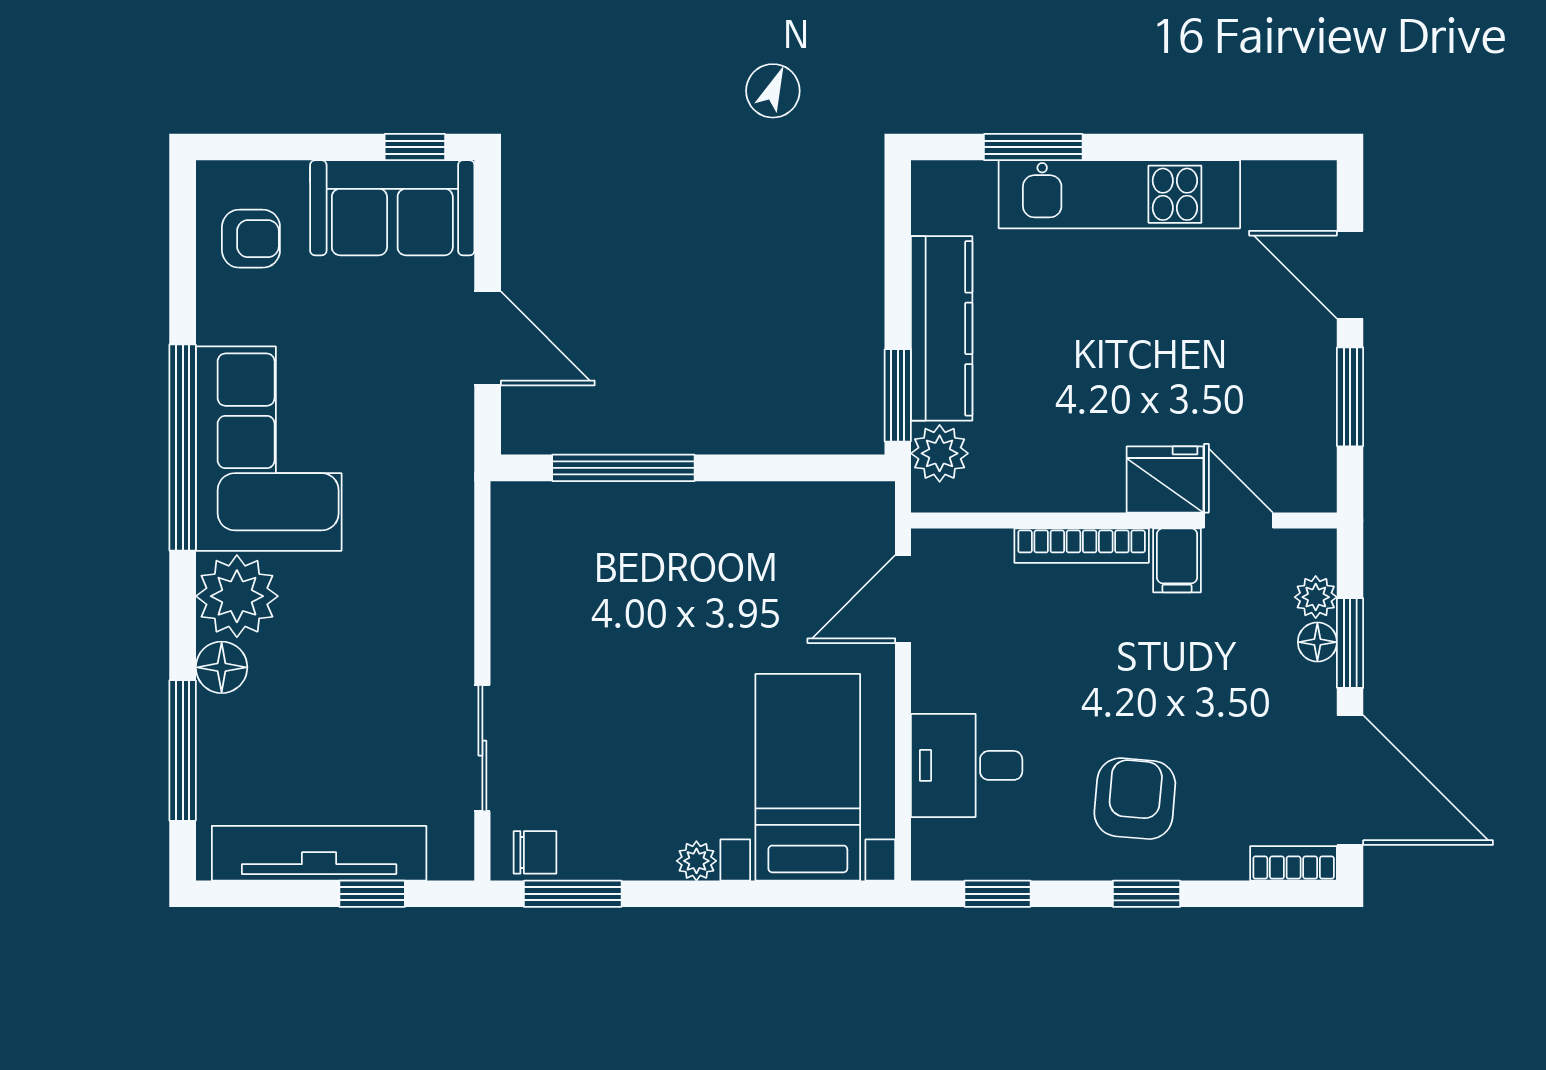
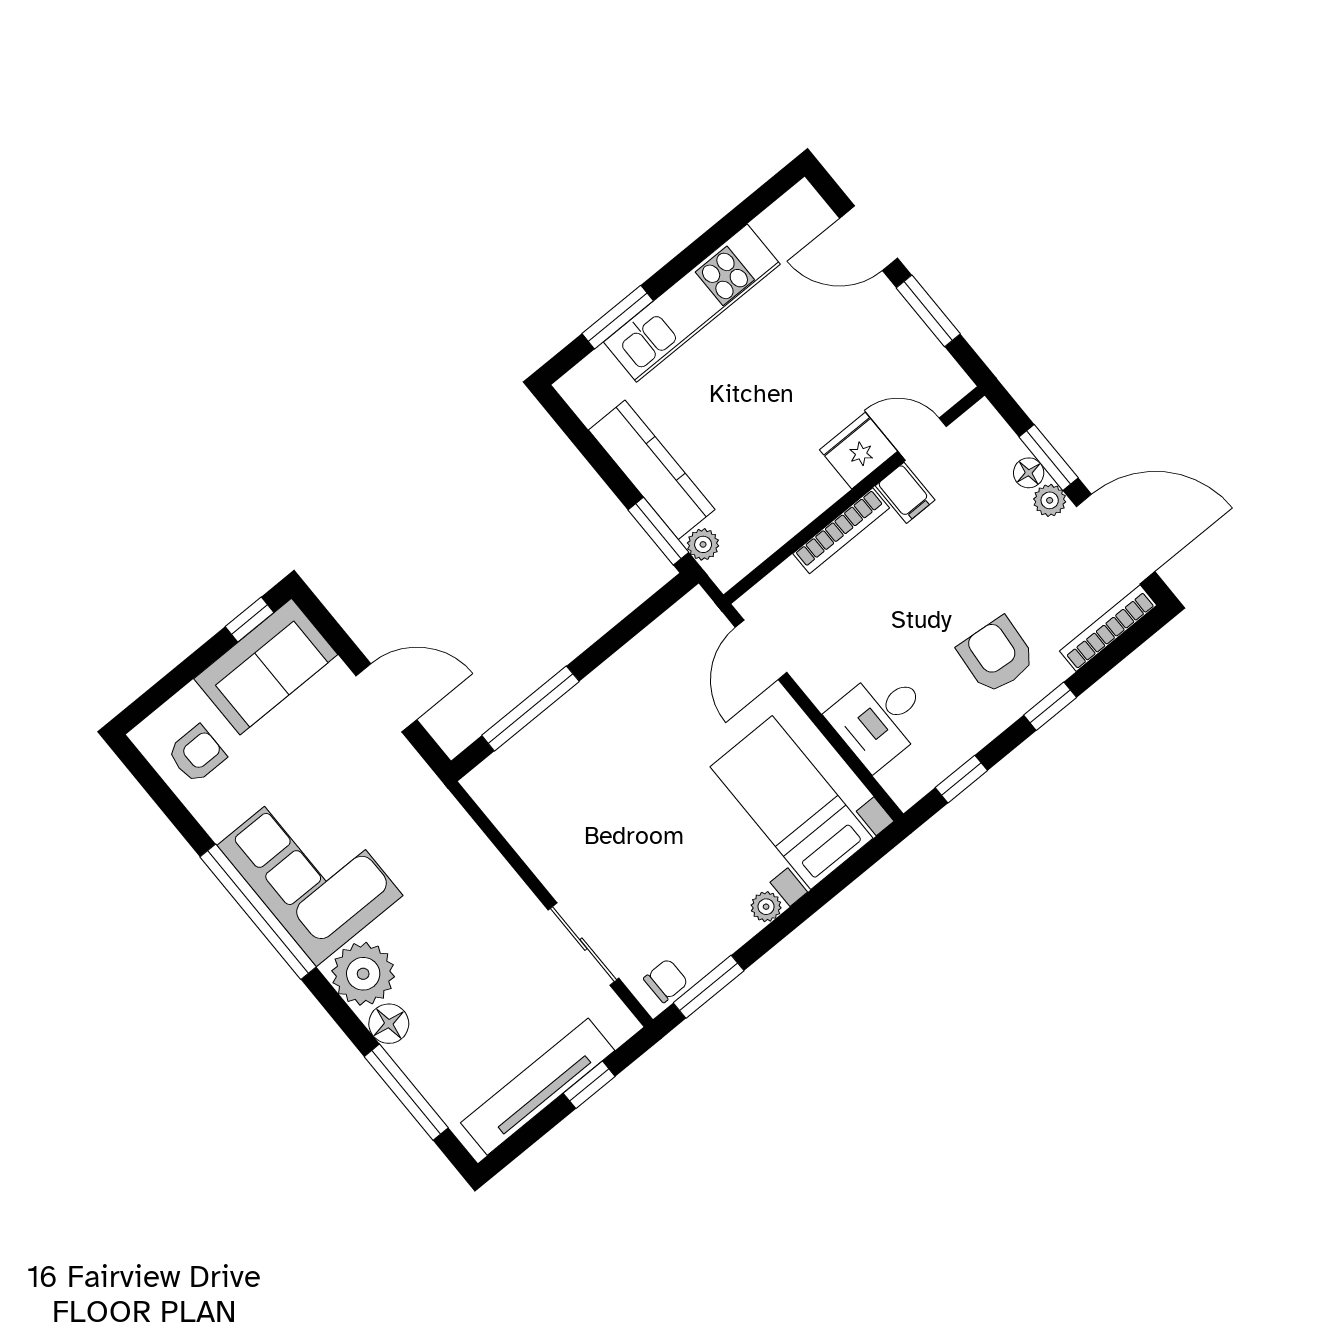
plant: (940, 453) -> (703, 544), width x0.73, depth x0.73
plant: (1316, 597) -> (1050, 500), moved
bookcase: (1294, 863) -> (1108, 628), width x1.56

